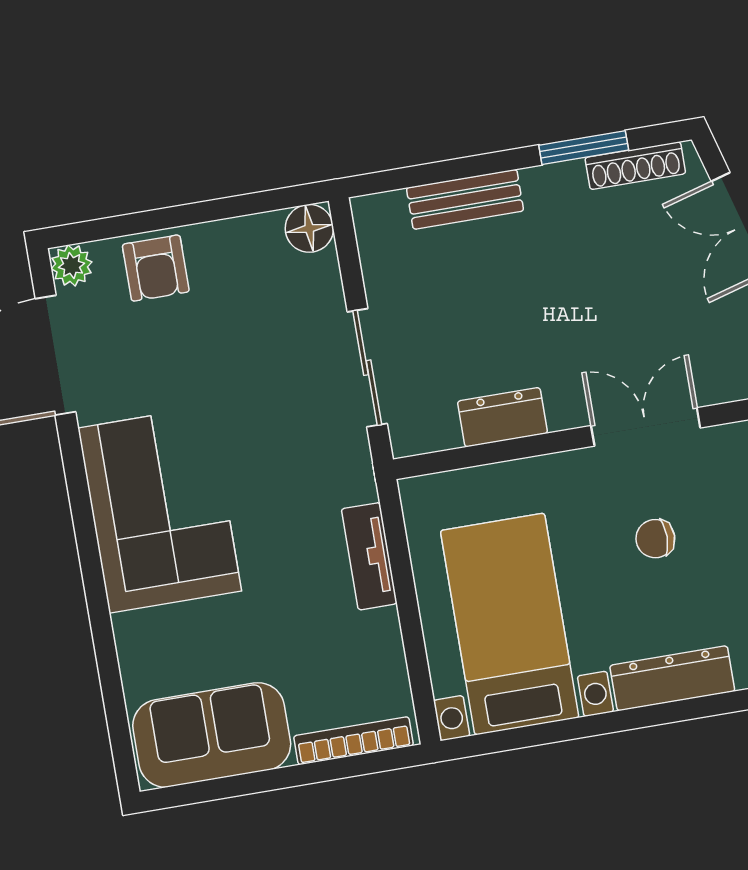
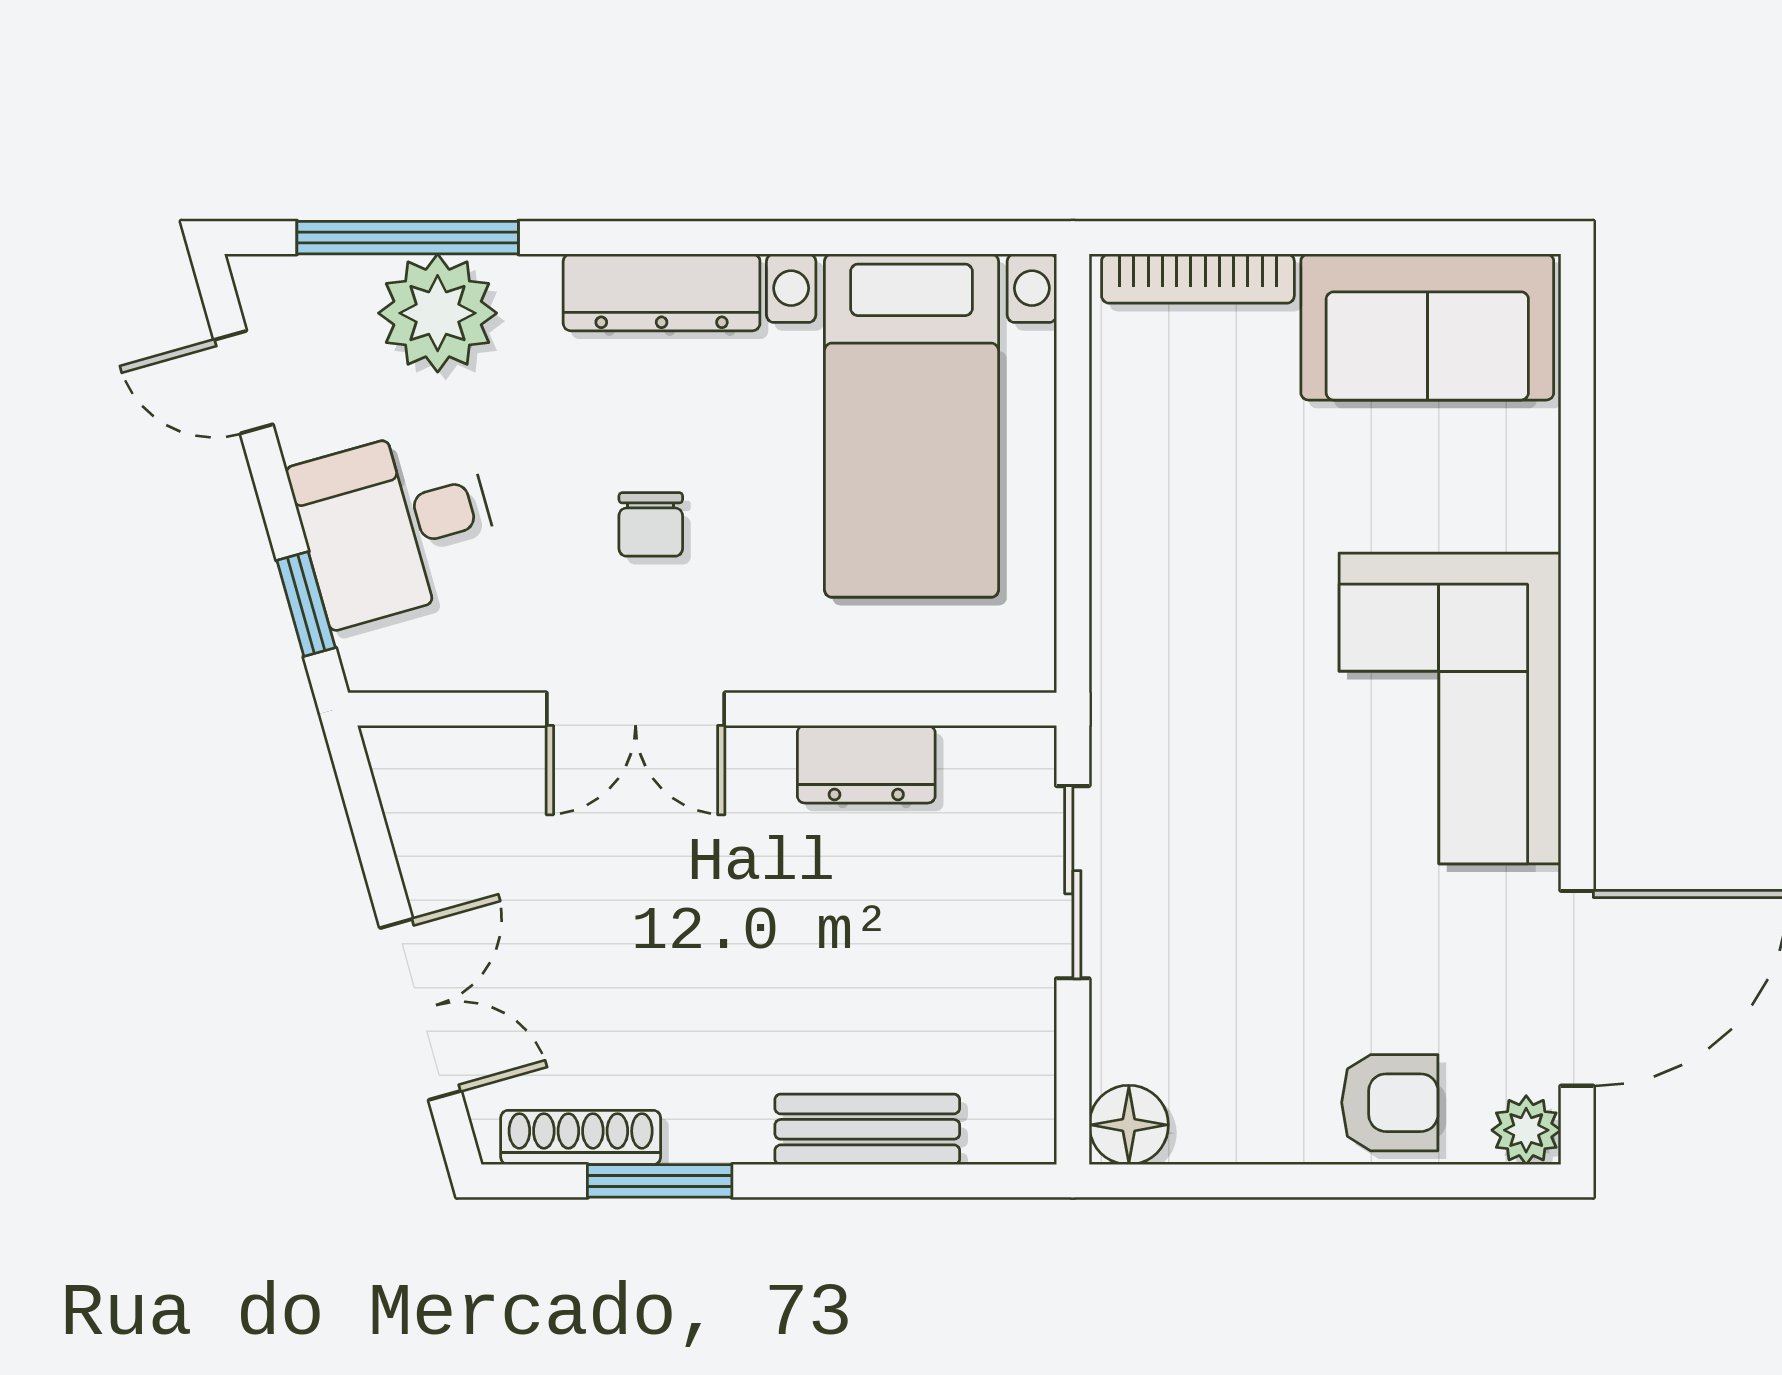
armchair: (156, 268) -> (1390, 1103), turned 90
chair: (655, 539) -> (651, 524), turned 90
tv unit: (369, 556) -> (1122, 575), removed

